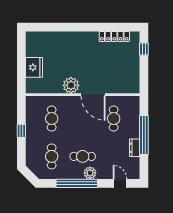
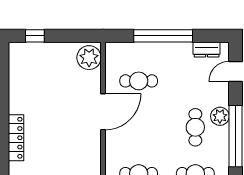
locker: (114, 36) -> (16, 138), moved
plant: (71, 85) -> (89, 58), moved
dresser: (135, 148) -> (207, 50), moved

